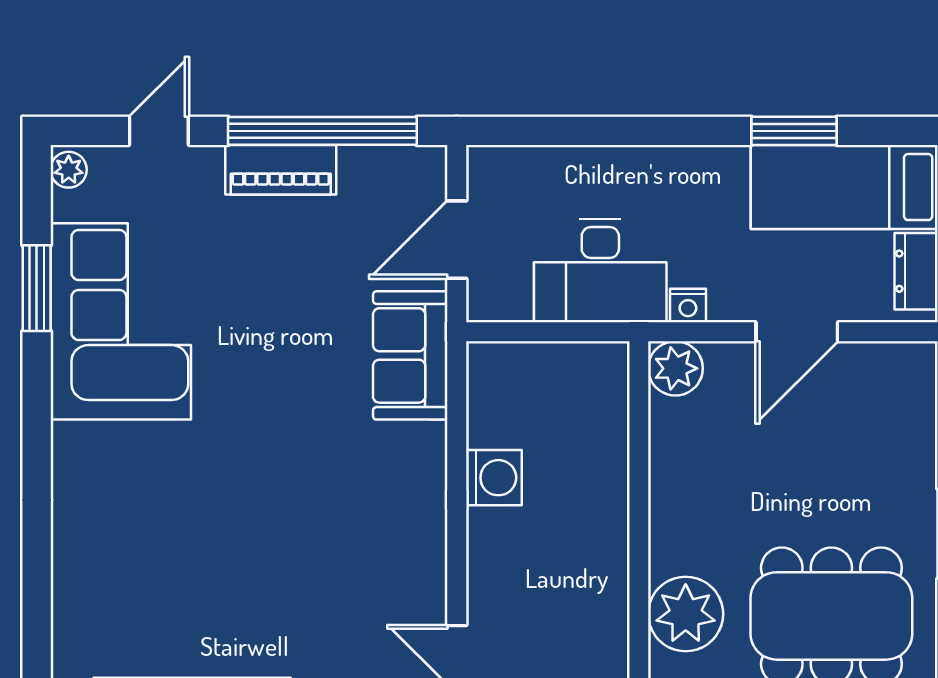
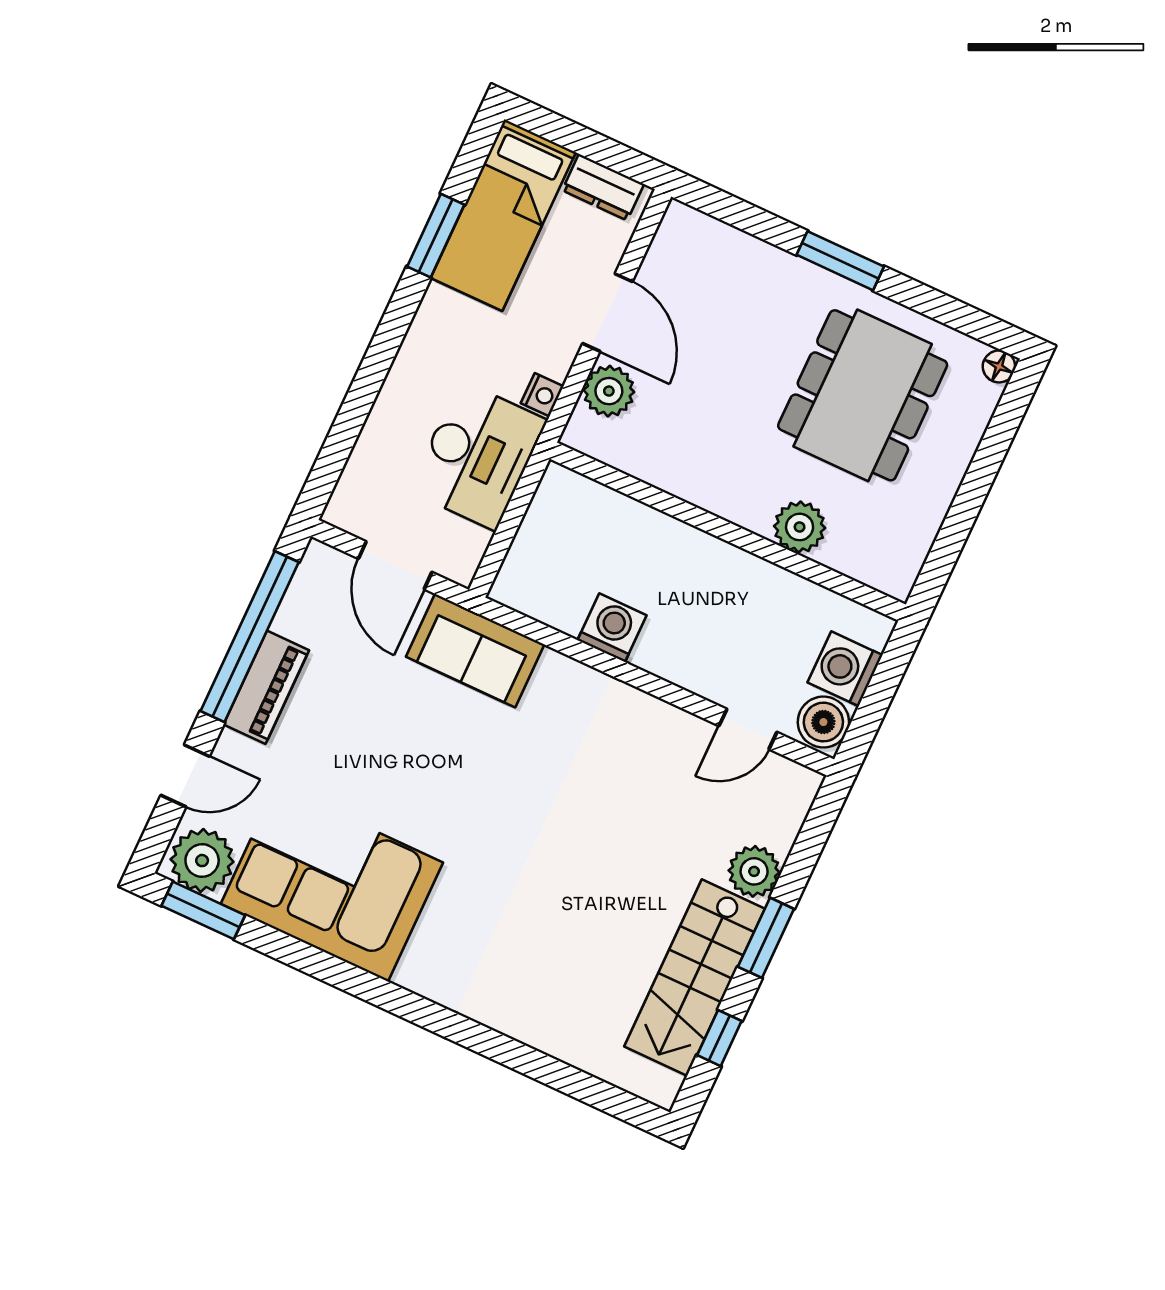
door: (159, 131) -> (185, 776), swing flipped
plant: (69, 170) -> (202, 861), width x1.87, depth x1.87
window: (37, 288) -> (203, 910), moved
plant: (675, 368) -> (609, 391), moved
plant: (686, 614) -> (800, 527), width x0.73, depth x0.73

